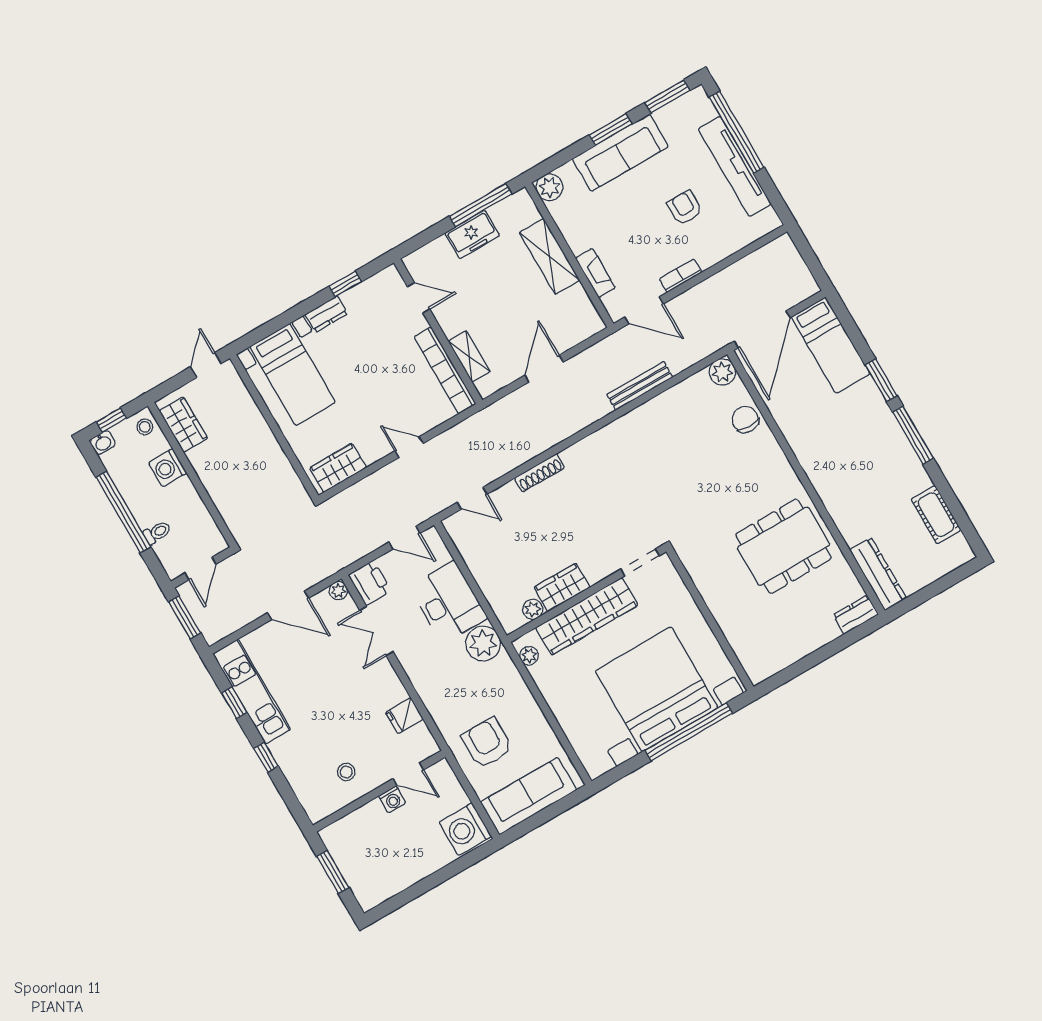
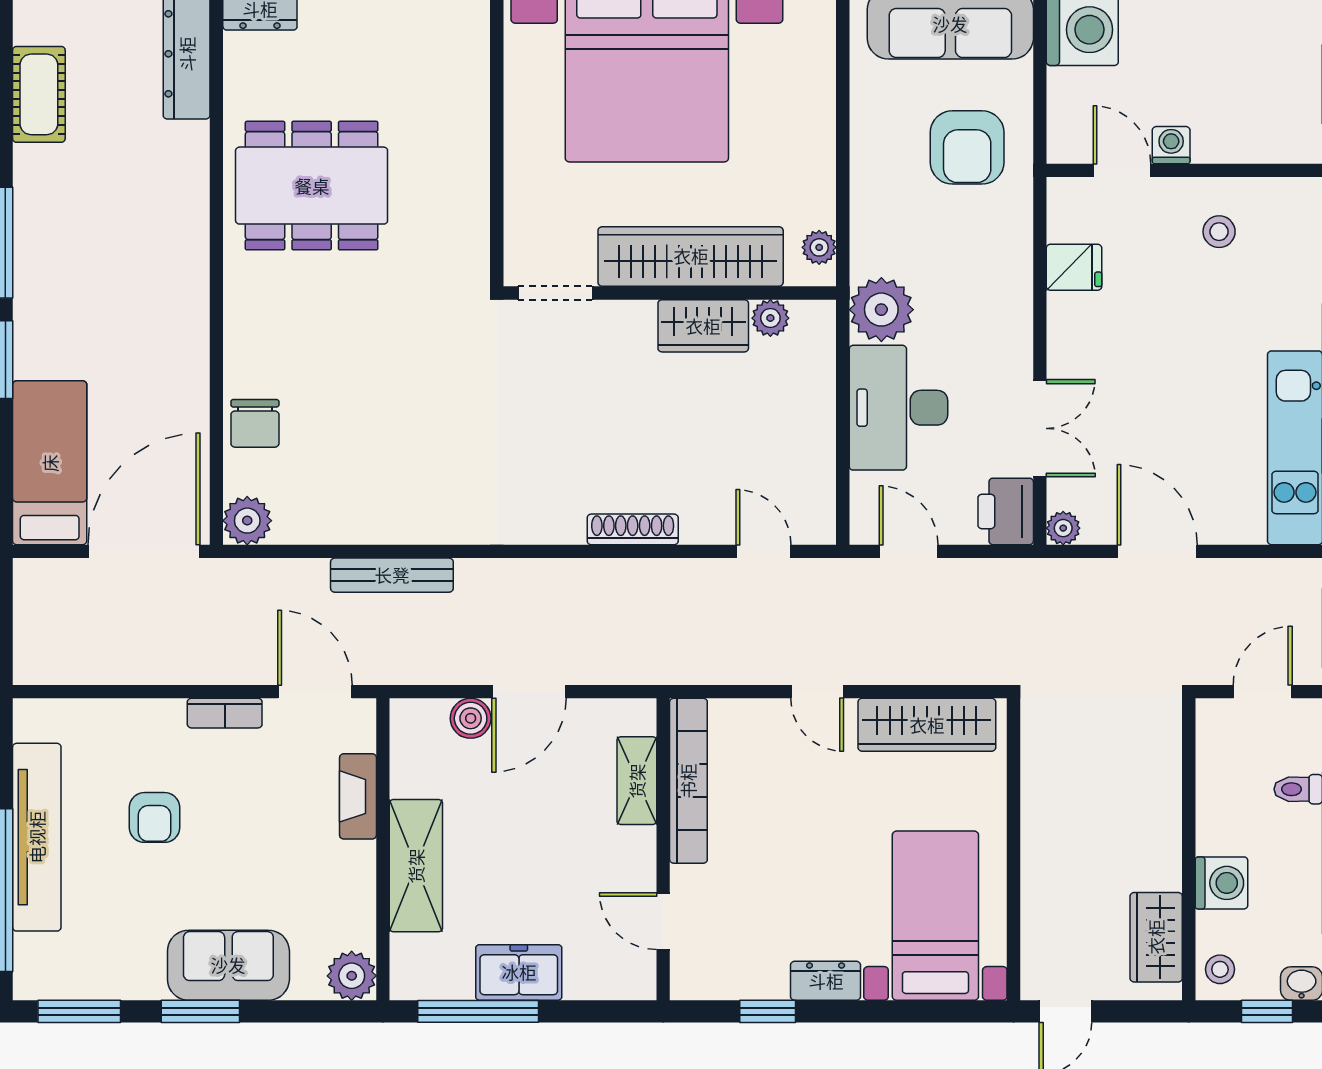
sofa: (620, 153) -> (228, 965), width x0.73
boiler: (564, 340) -> (471, 718), added
wardrobe: (338, 468) -> (927, 725), width x1.50

